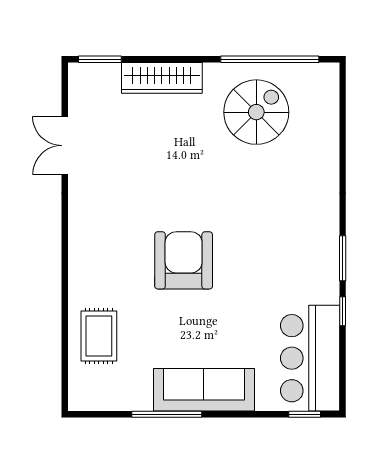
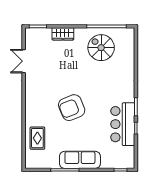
wardrobe: (162, 78) -> (63, 34), width x0.67
spiral stairs: (256, 112) -> (101, 48), turned -90
armchair: (184, 260) -> (72, 108), turned -112
bar counter: (310, 358) -> (123, 124), moved

